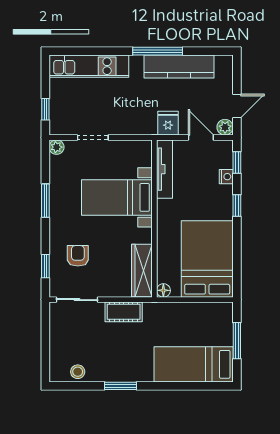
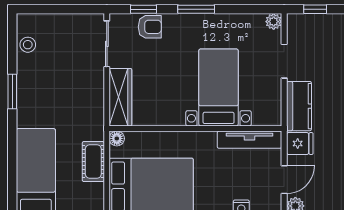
kitchen counter: (134, 124) -> (299, 106), added
window: (45, 201) -> (196, 9), moved
armchair: (78, 256) -> (150, 27), moved
wardrobe: (142, 270) -> (120, 97), moved, turned 90
cot: (124, 312) -> (93, 162), moved

